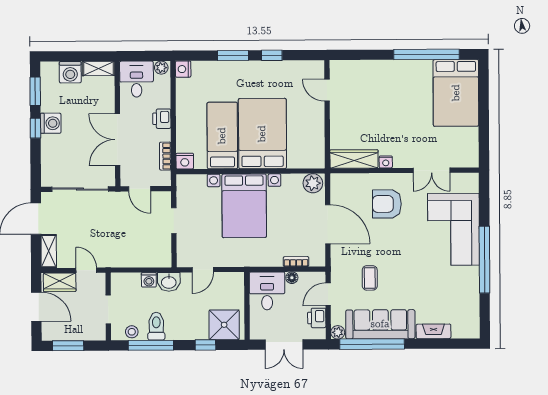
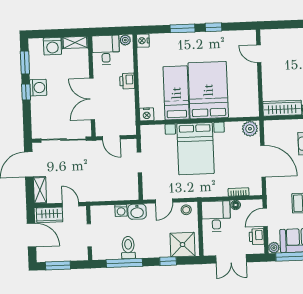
bookcase: (165, 156) -> (131, 111), removed
stool: (132, 332) -> (186, 210), moved

